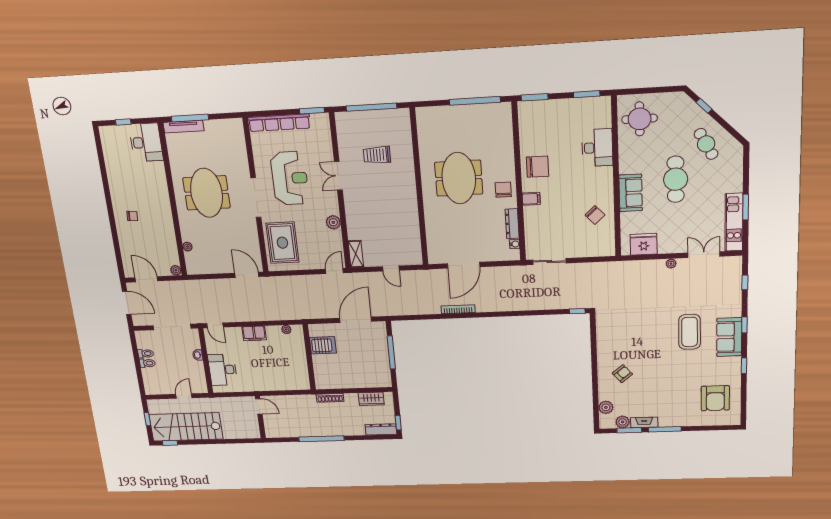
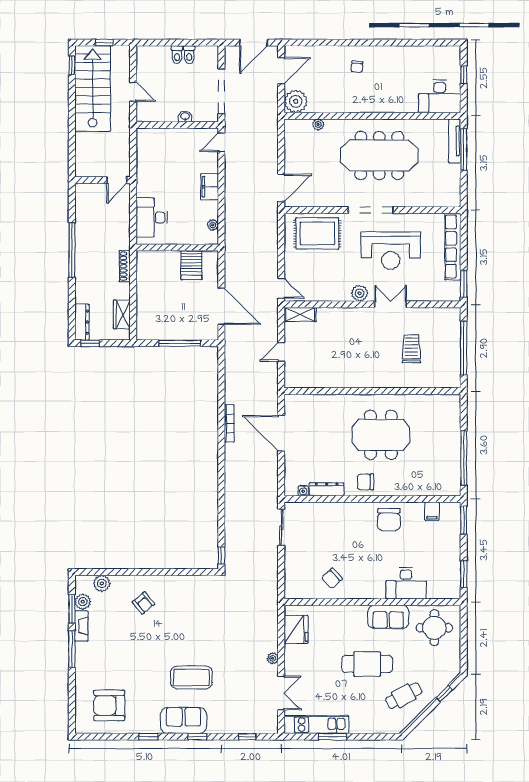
chair: (503, 190) -> (365, 482), turned 180
meeting table: (207, 193) -> (379, 155), width x1.36
sofa: (631, 193) -> (388, 617), moved
filing cabinet: (531, 199) -> (432, 511), moved
plant: (333, 222) -> (360, 293), moved
plant: (176, 270) -> (296, 101), width x1.87, depth x1.87
desk: (223, 370) -> (152, 218), moved, turned -90

